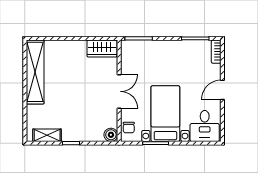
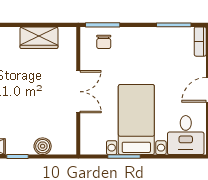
wardrobe: (102, 49) -> (39, 38), moved
chair: (129, 128) -> (104, 42), moved
boiler: (111, 135) -> (43, 146), moved

